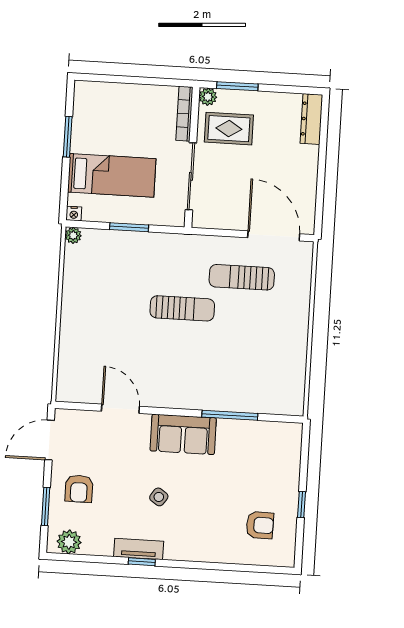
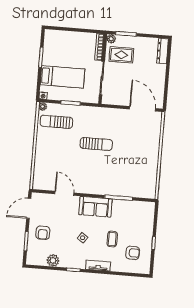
sun lounger: (242, 277) -> (56, 122), moved
coffee table: (218, 498) -> (112, 239), added
plant: (69, 542) -> (53, 260), moved
tv unit: (139, 549) -> (98, 266), moved

